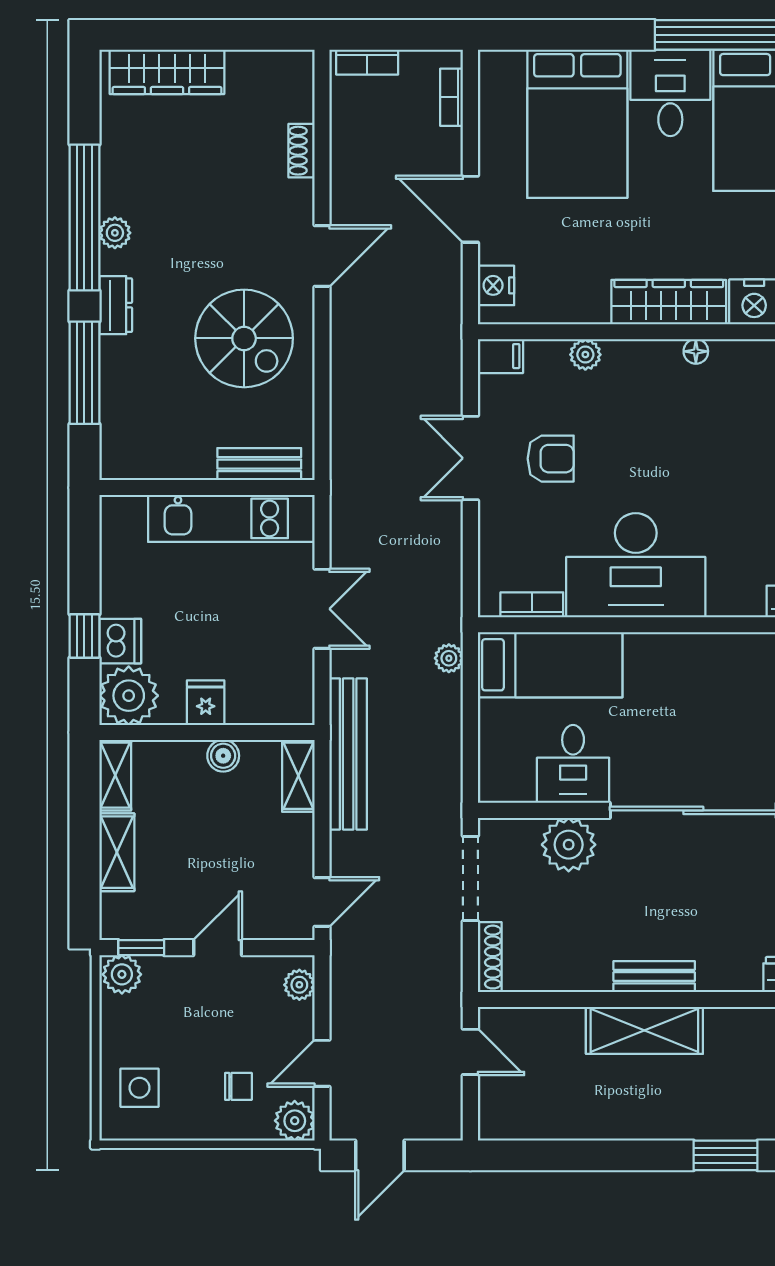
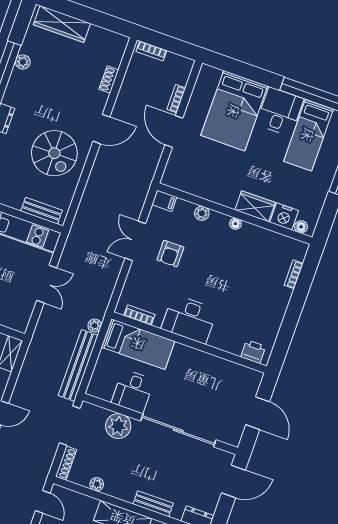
bookcase: (452, 97) -> (176, 99), moved
plant: (115, 233) -> (23, 62), moved
nightstand: (496, 285) -> (173, 169), removed
wardrobe: (669, 302) -> (255, 206), width x0.67
floor lamp: (696, 351) -> (235, 224), moved
armchair: (551, 459) -> (170, 254), turned 90
desk: (636, 565) -> (189, 319), width x0.73, depth x0.77
bench: (348, 754) -> (78, 365), moved
bench: (654, 977) -> (153, 504), moved
plant: (567, 978) -> (97, 484), added

